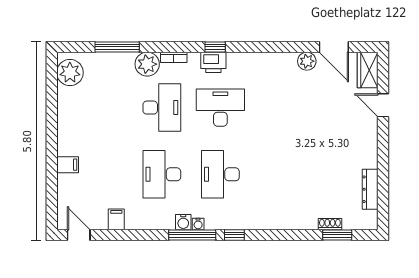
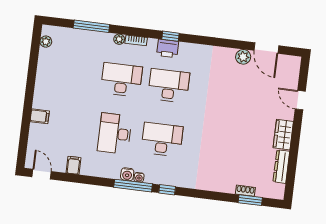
plant: (147, 64) -> (119, 39), width x0.53, depth x0.53
wardrobe: (368, 70) -> (283, 135), moved
plant: (70, 73) -> (46, 42), width x0.53, depth x0.53
desk: (162, 108) -> (121, 80), turned -90
desk: (220, 174) -> (162, 139), turned 90

